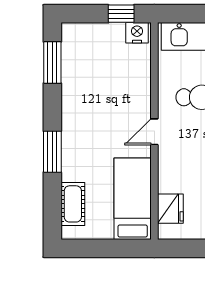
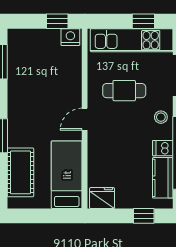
cot: (73, 204) -> (20, 172), width x1.37, depth x1.34
fridge: (170, 209) -> (102, 198), moved, turned -90

